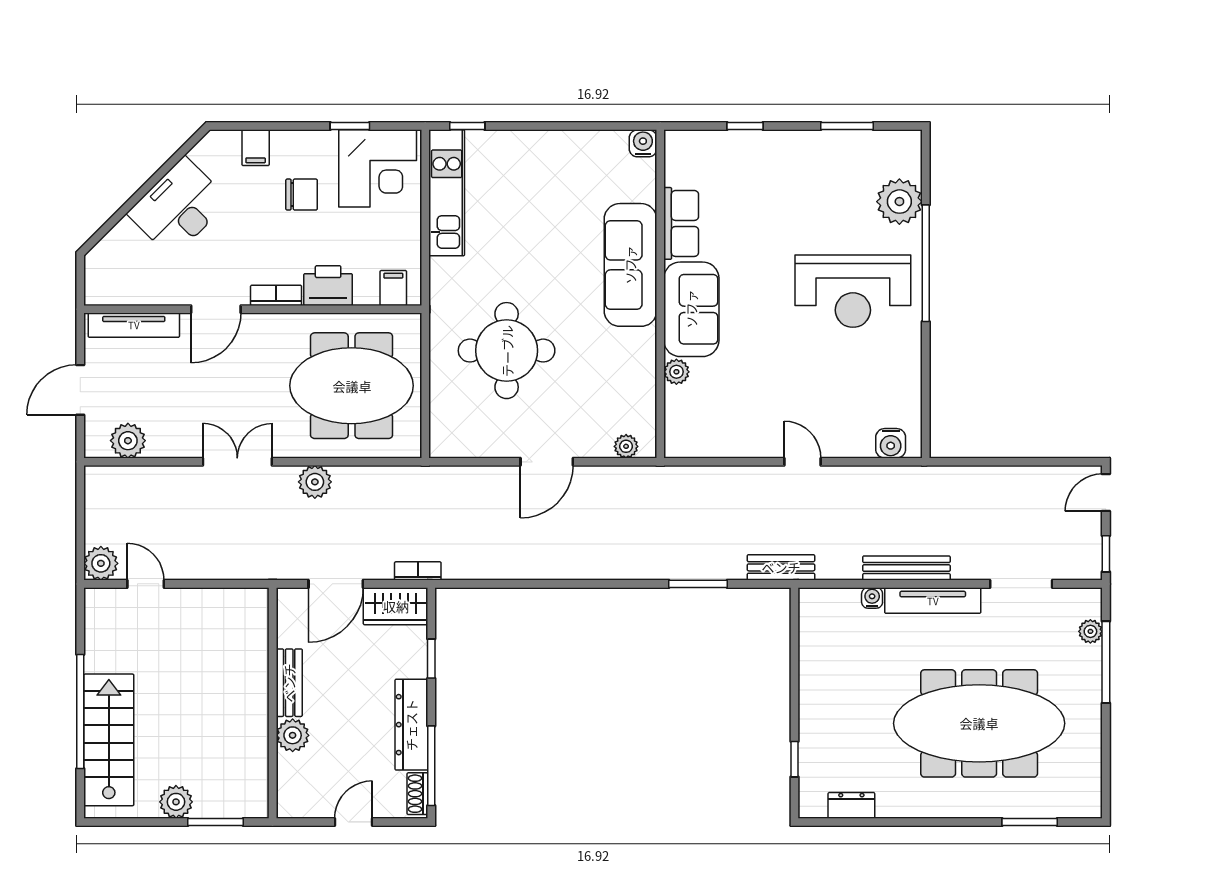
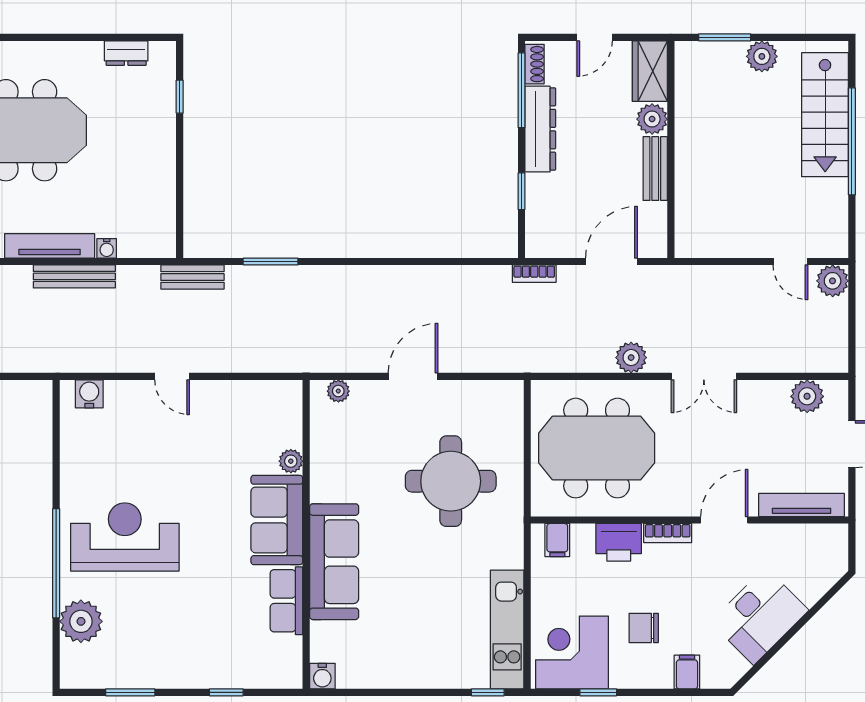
wardrobe: (396, 606) -> (650, 71), moved, turned -90

